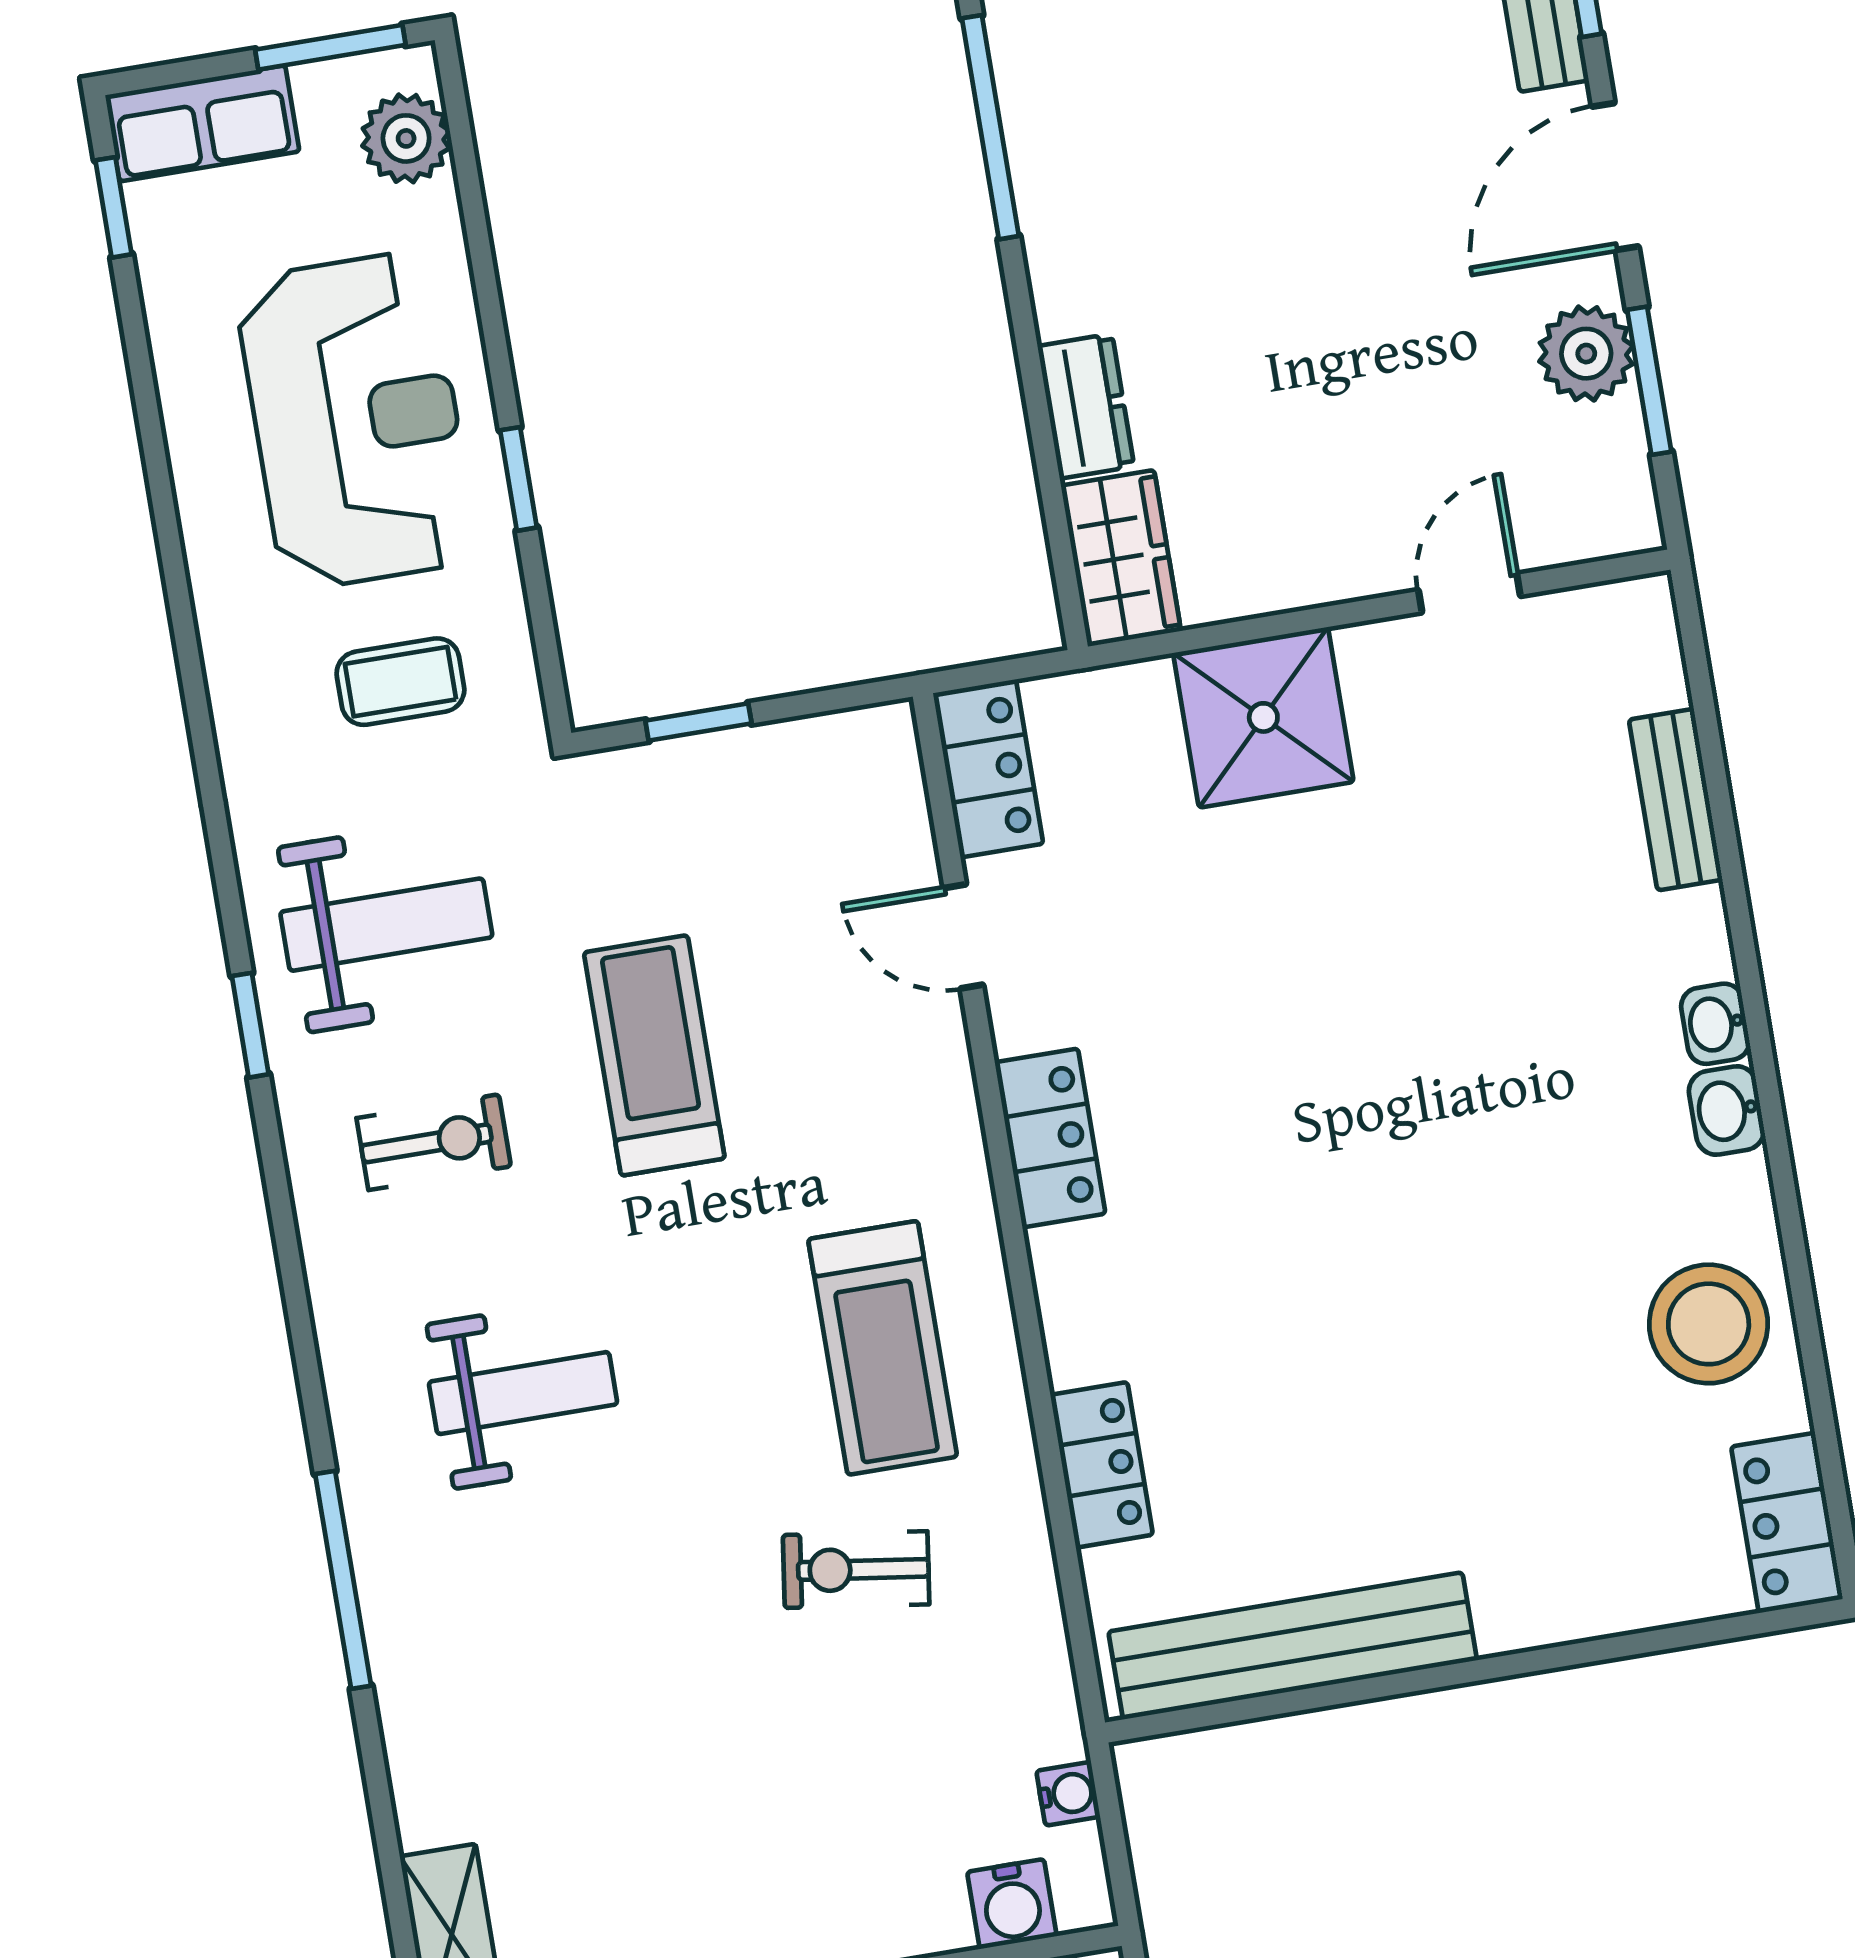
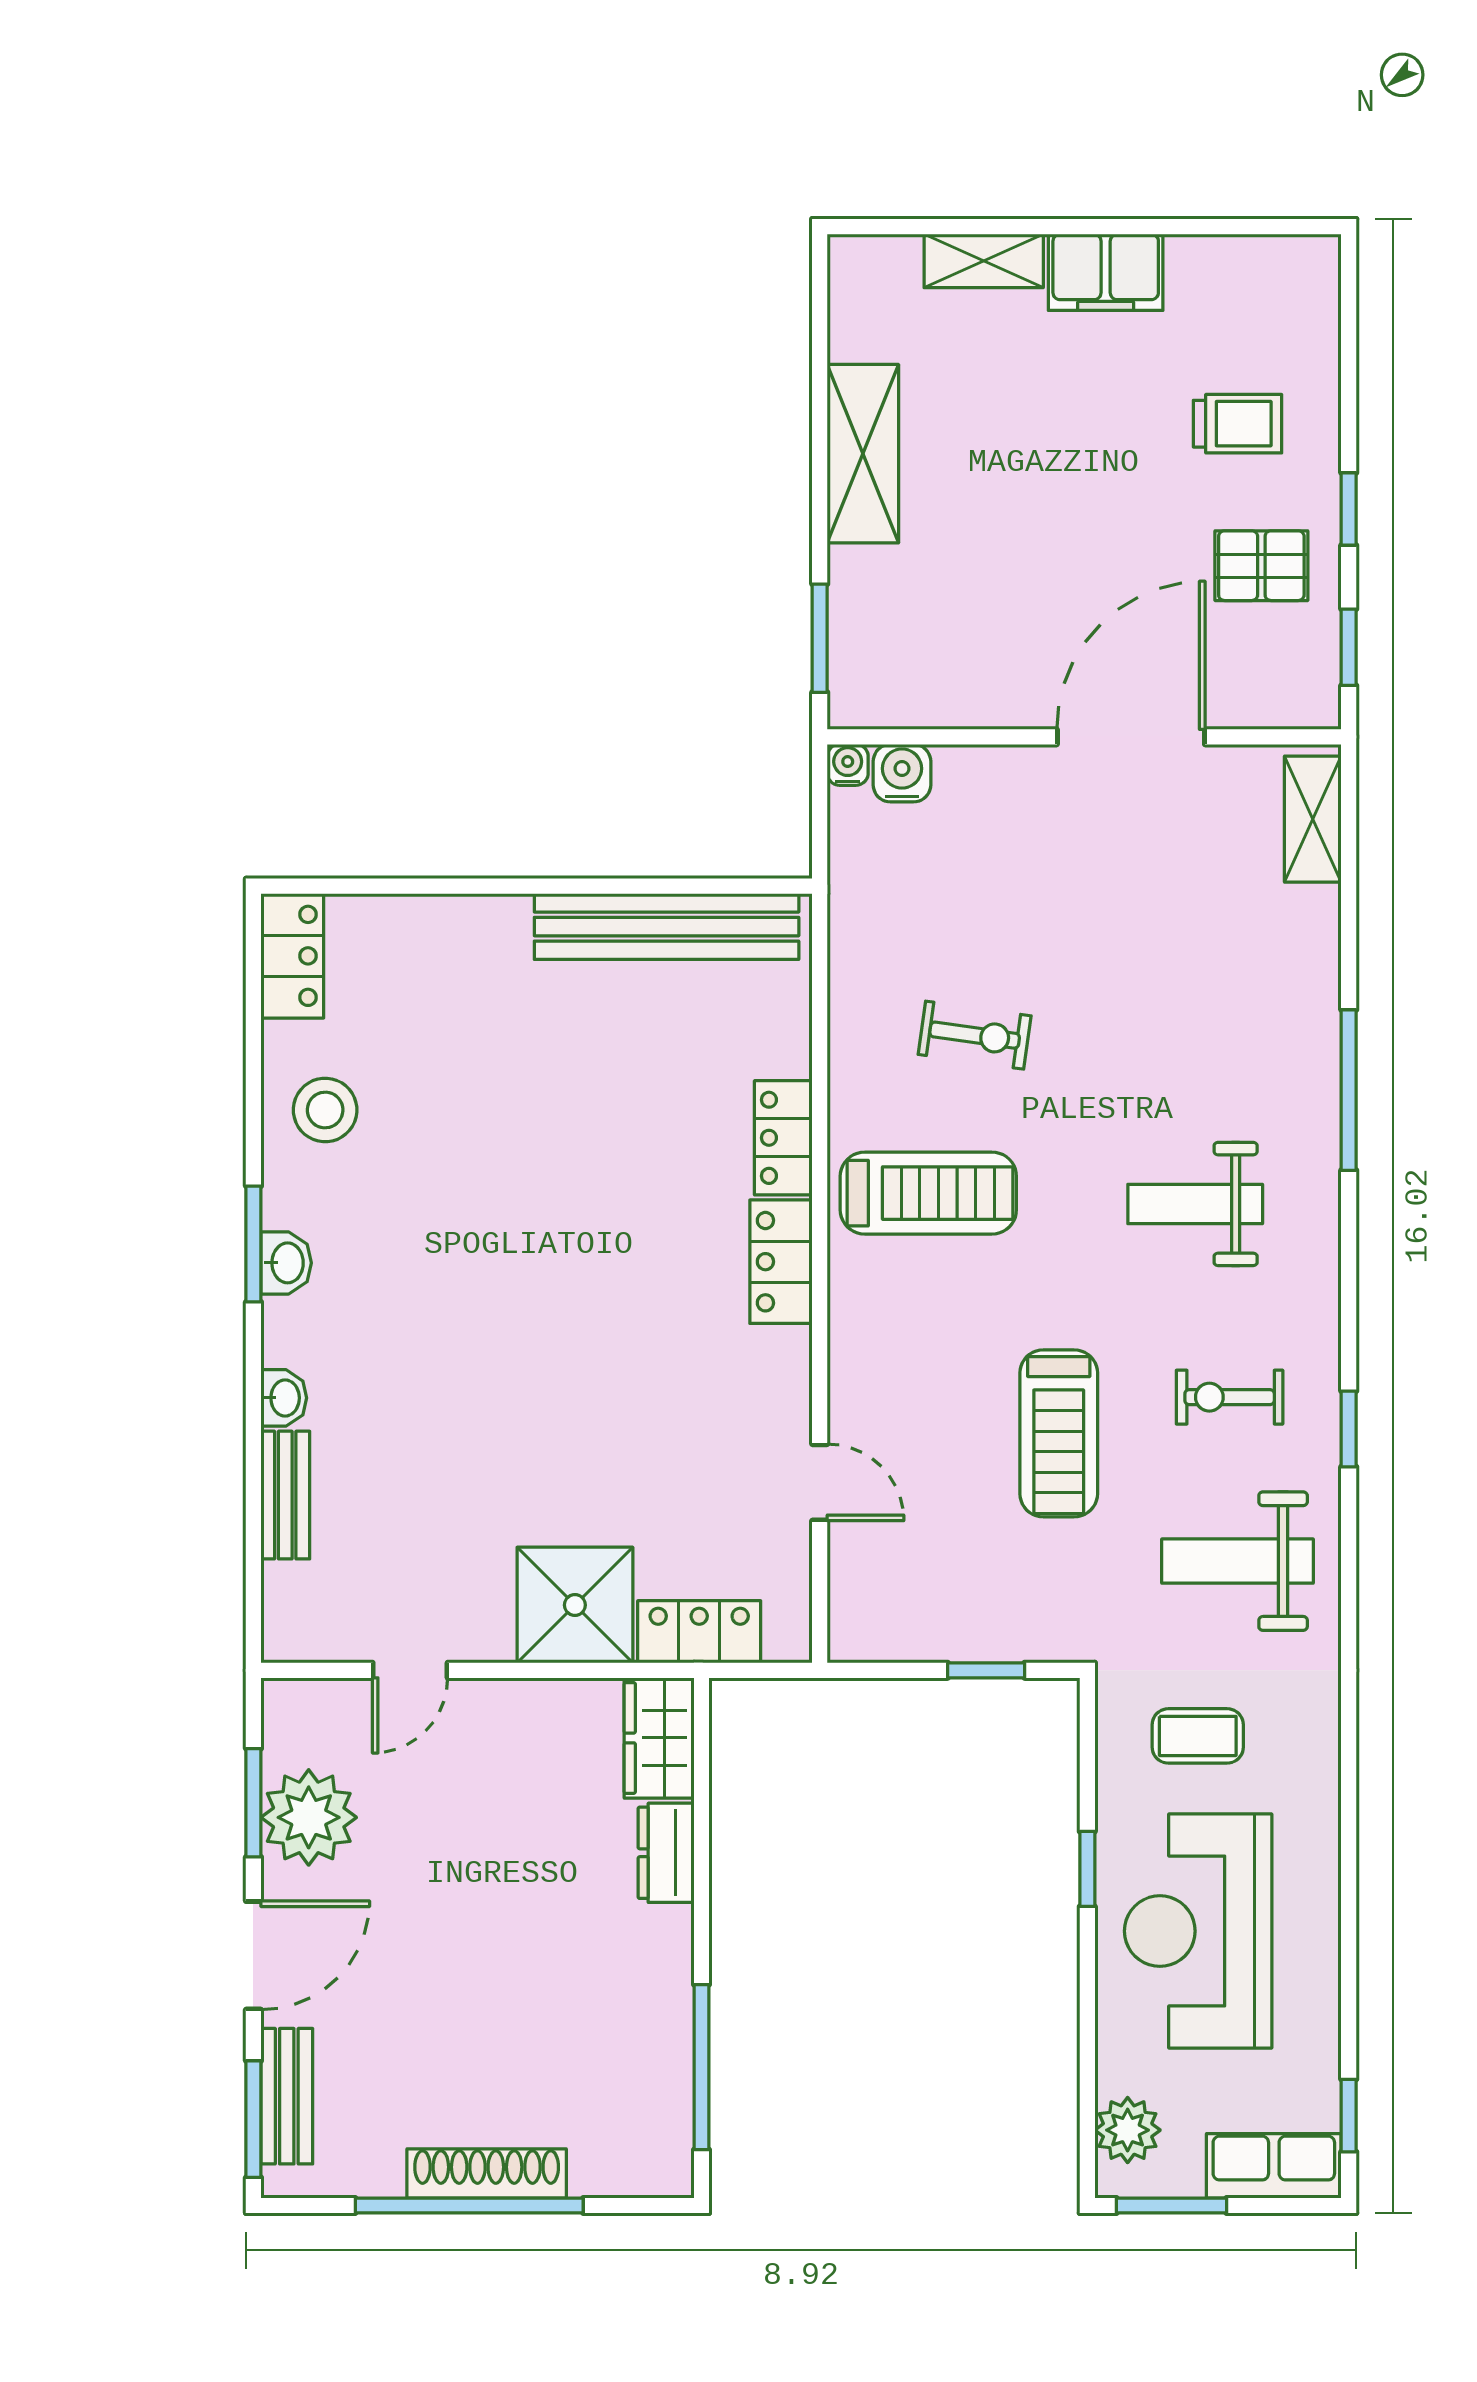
plant: (1586, 354) -> (309, 1817), width x1.36, depth x1.36
locker: (988, 768) -> (699, 1632), moved, turned 90
washbasin: (1715, 1024) -> (284, 1398), moved
window: (250, 1025) -> (1349, 1429), moved
window: (1774, 1129) -> (253, 1244), added
locker: (1050, 1138) -> (781, 1262), moved
stool: (1709, 1324) -> (325, 1110), width x0.73, depth x0.73
treadmill: (883, 1348) -> (928, 1193), turned 90
locker: (1102, 1465) -> (783, 1138), moved
water cooler: (1068, 1794) -> (848, 765), moved, turned 90

